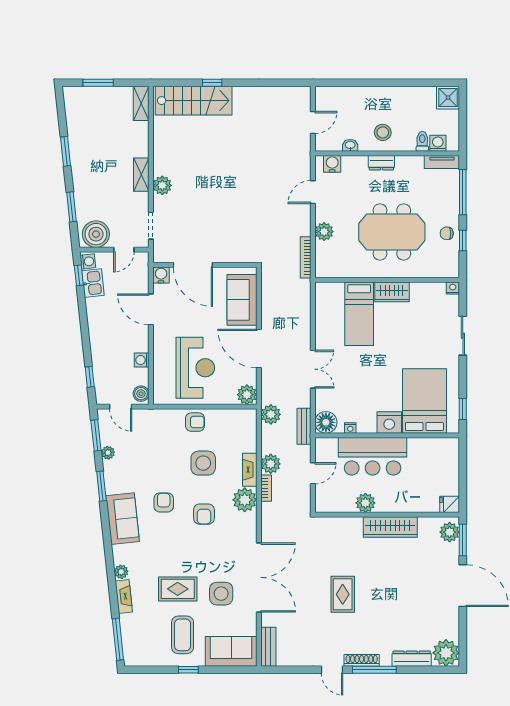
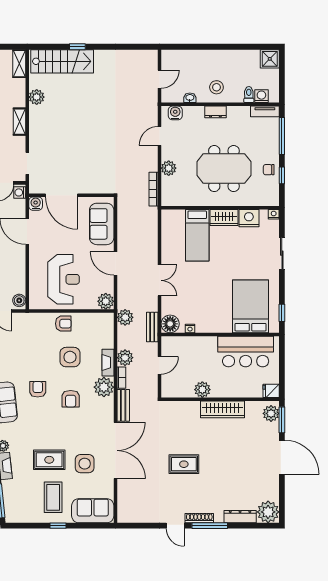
plant: (162, 185) -> (37, 97), moved
door: (259, 348) -> (115, 264), width x0.73
washing machine: (142, 360) -> (20, 192), moved
nightstand: (389, 422) -> (249, 218), moved, turned 180
bar counter: (373, 456) -> (246, 352), moved
rug: (343, 594) -> (184, 464), turned 90
bench: (268, 647) -> (123, 405), moved

